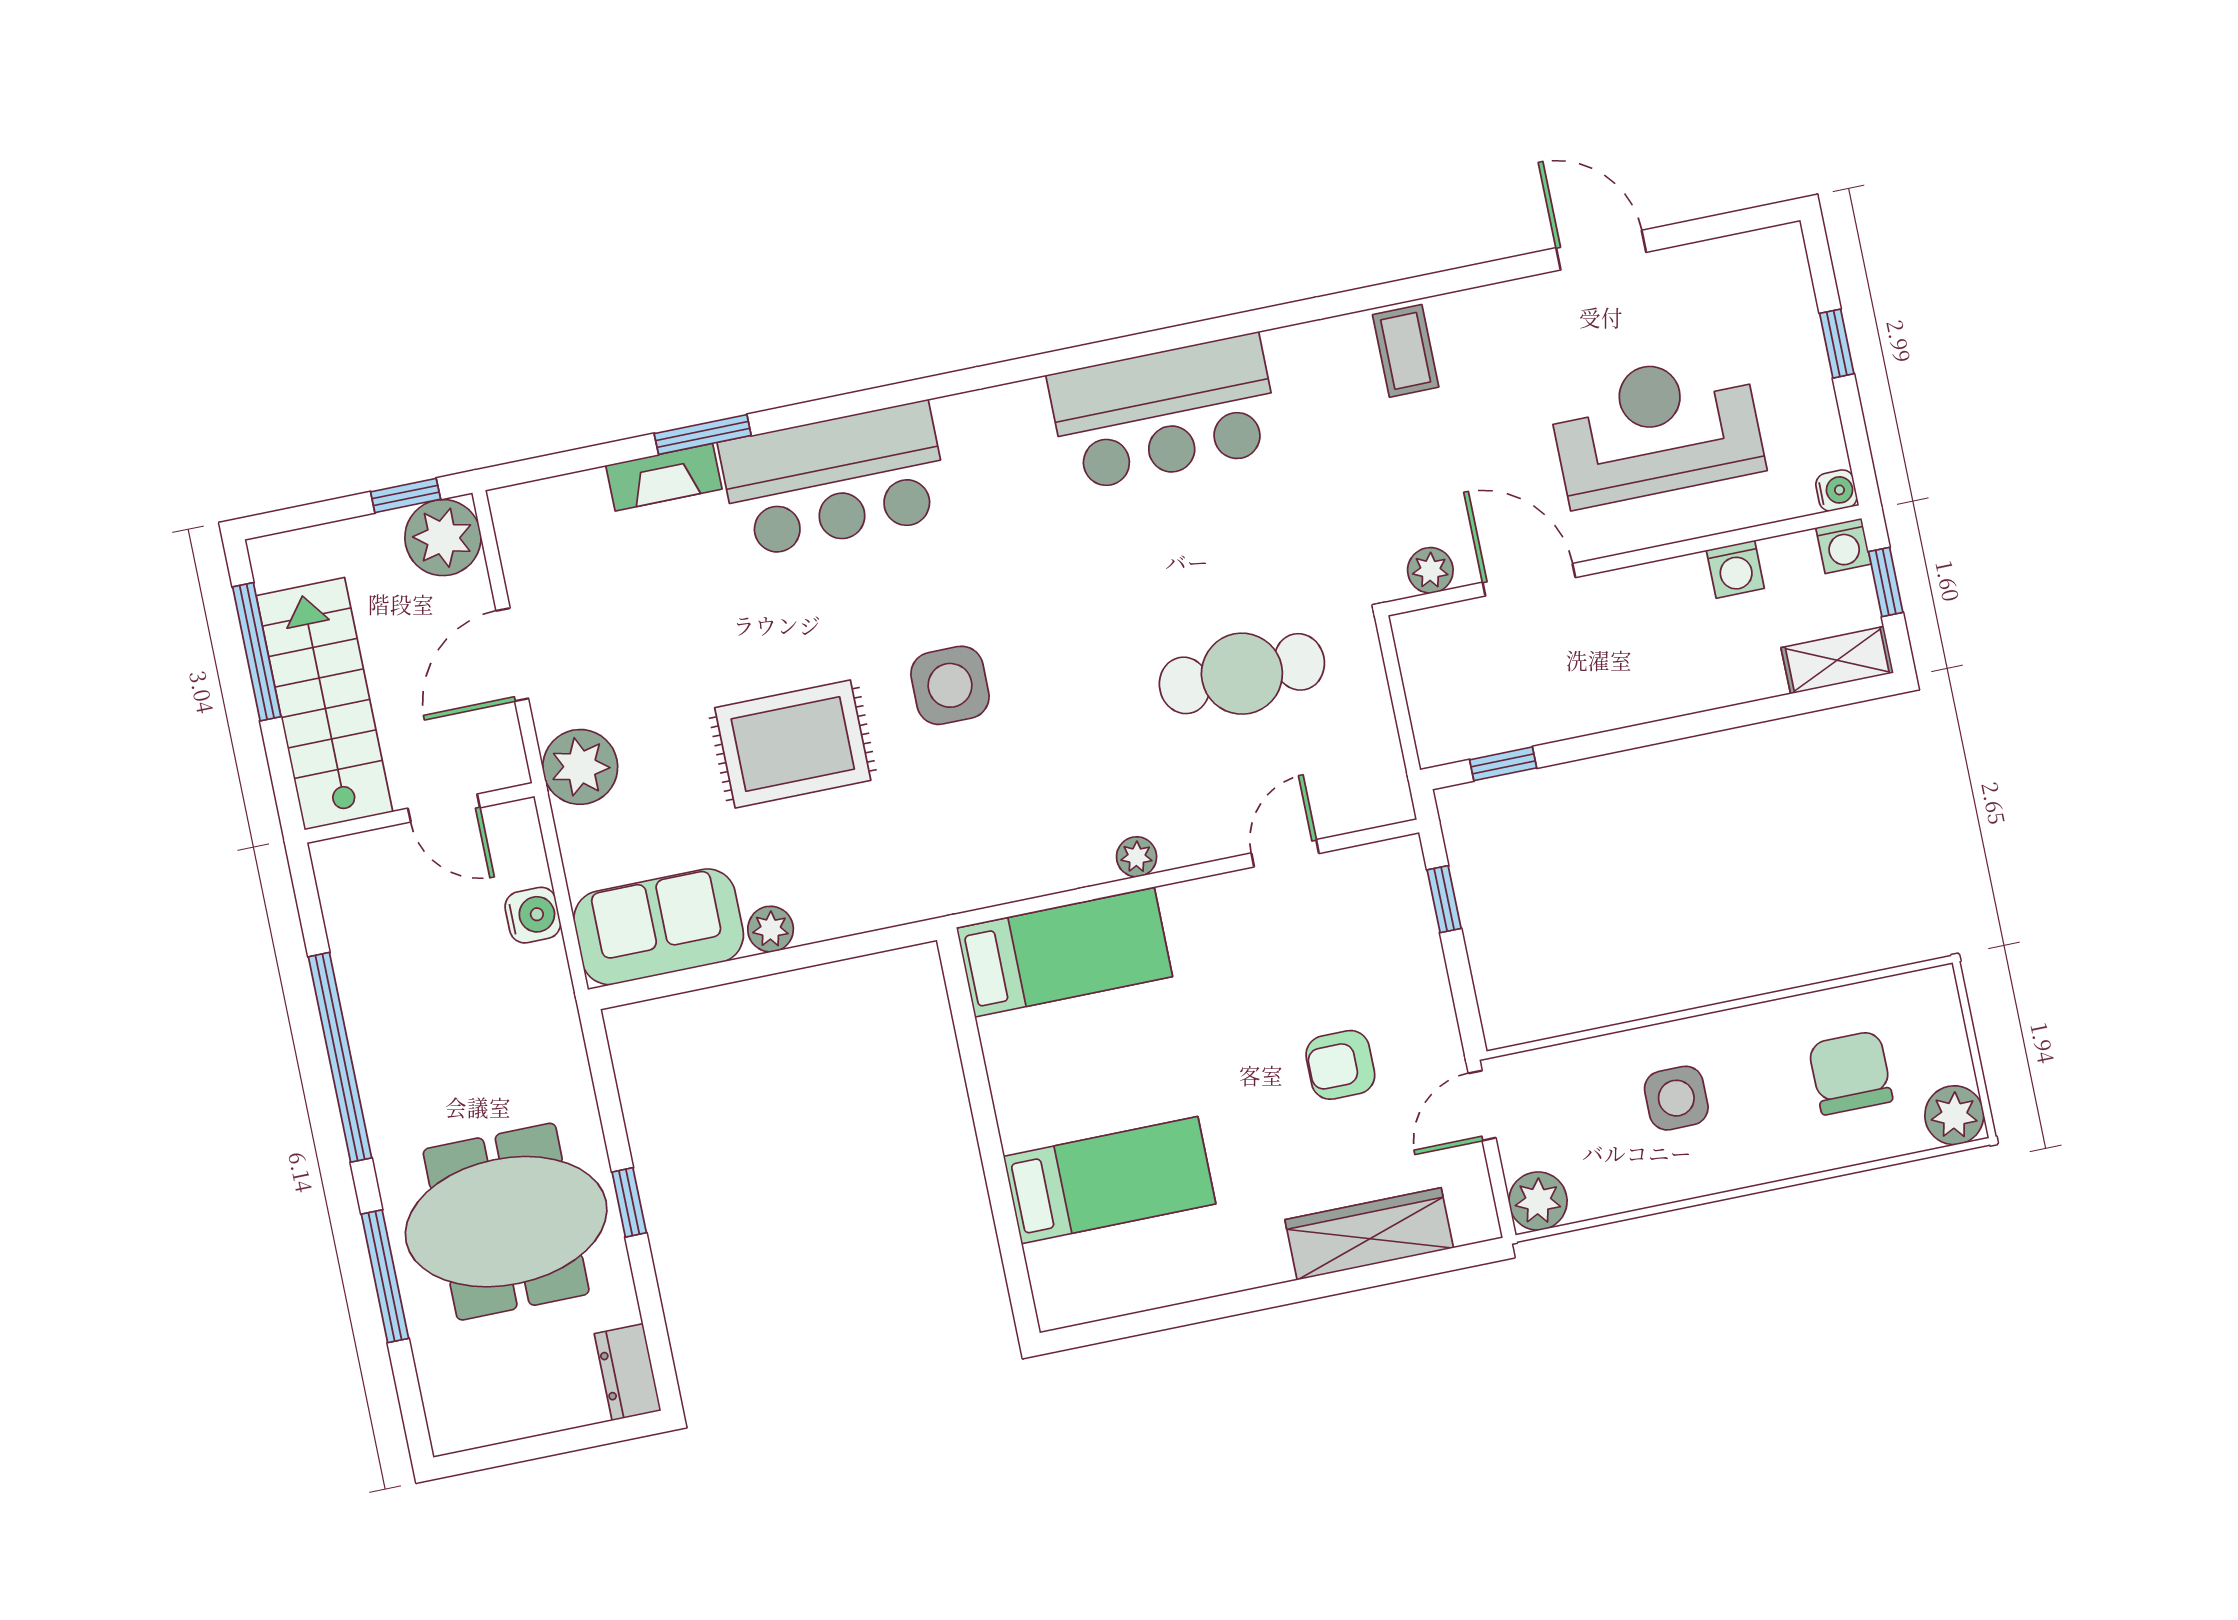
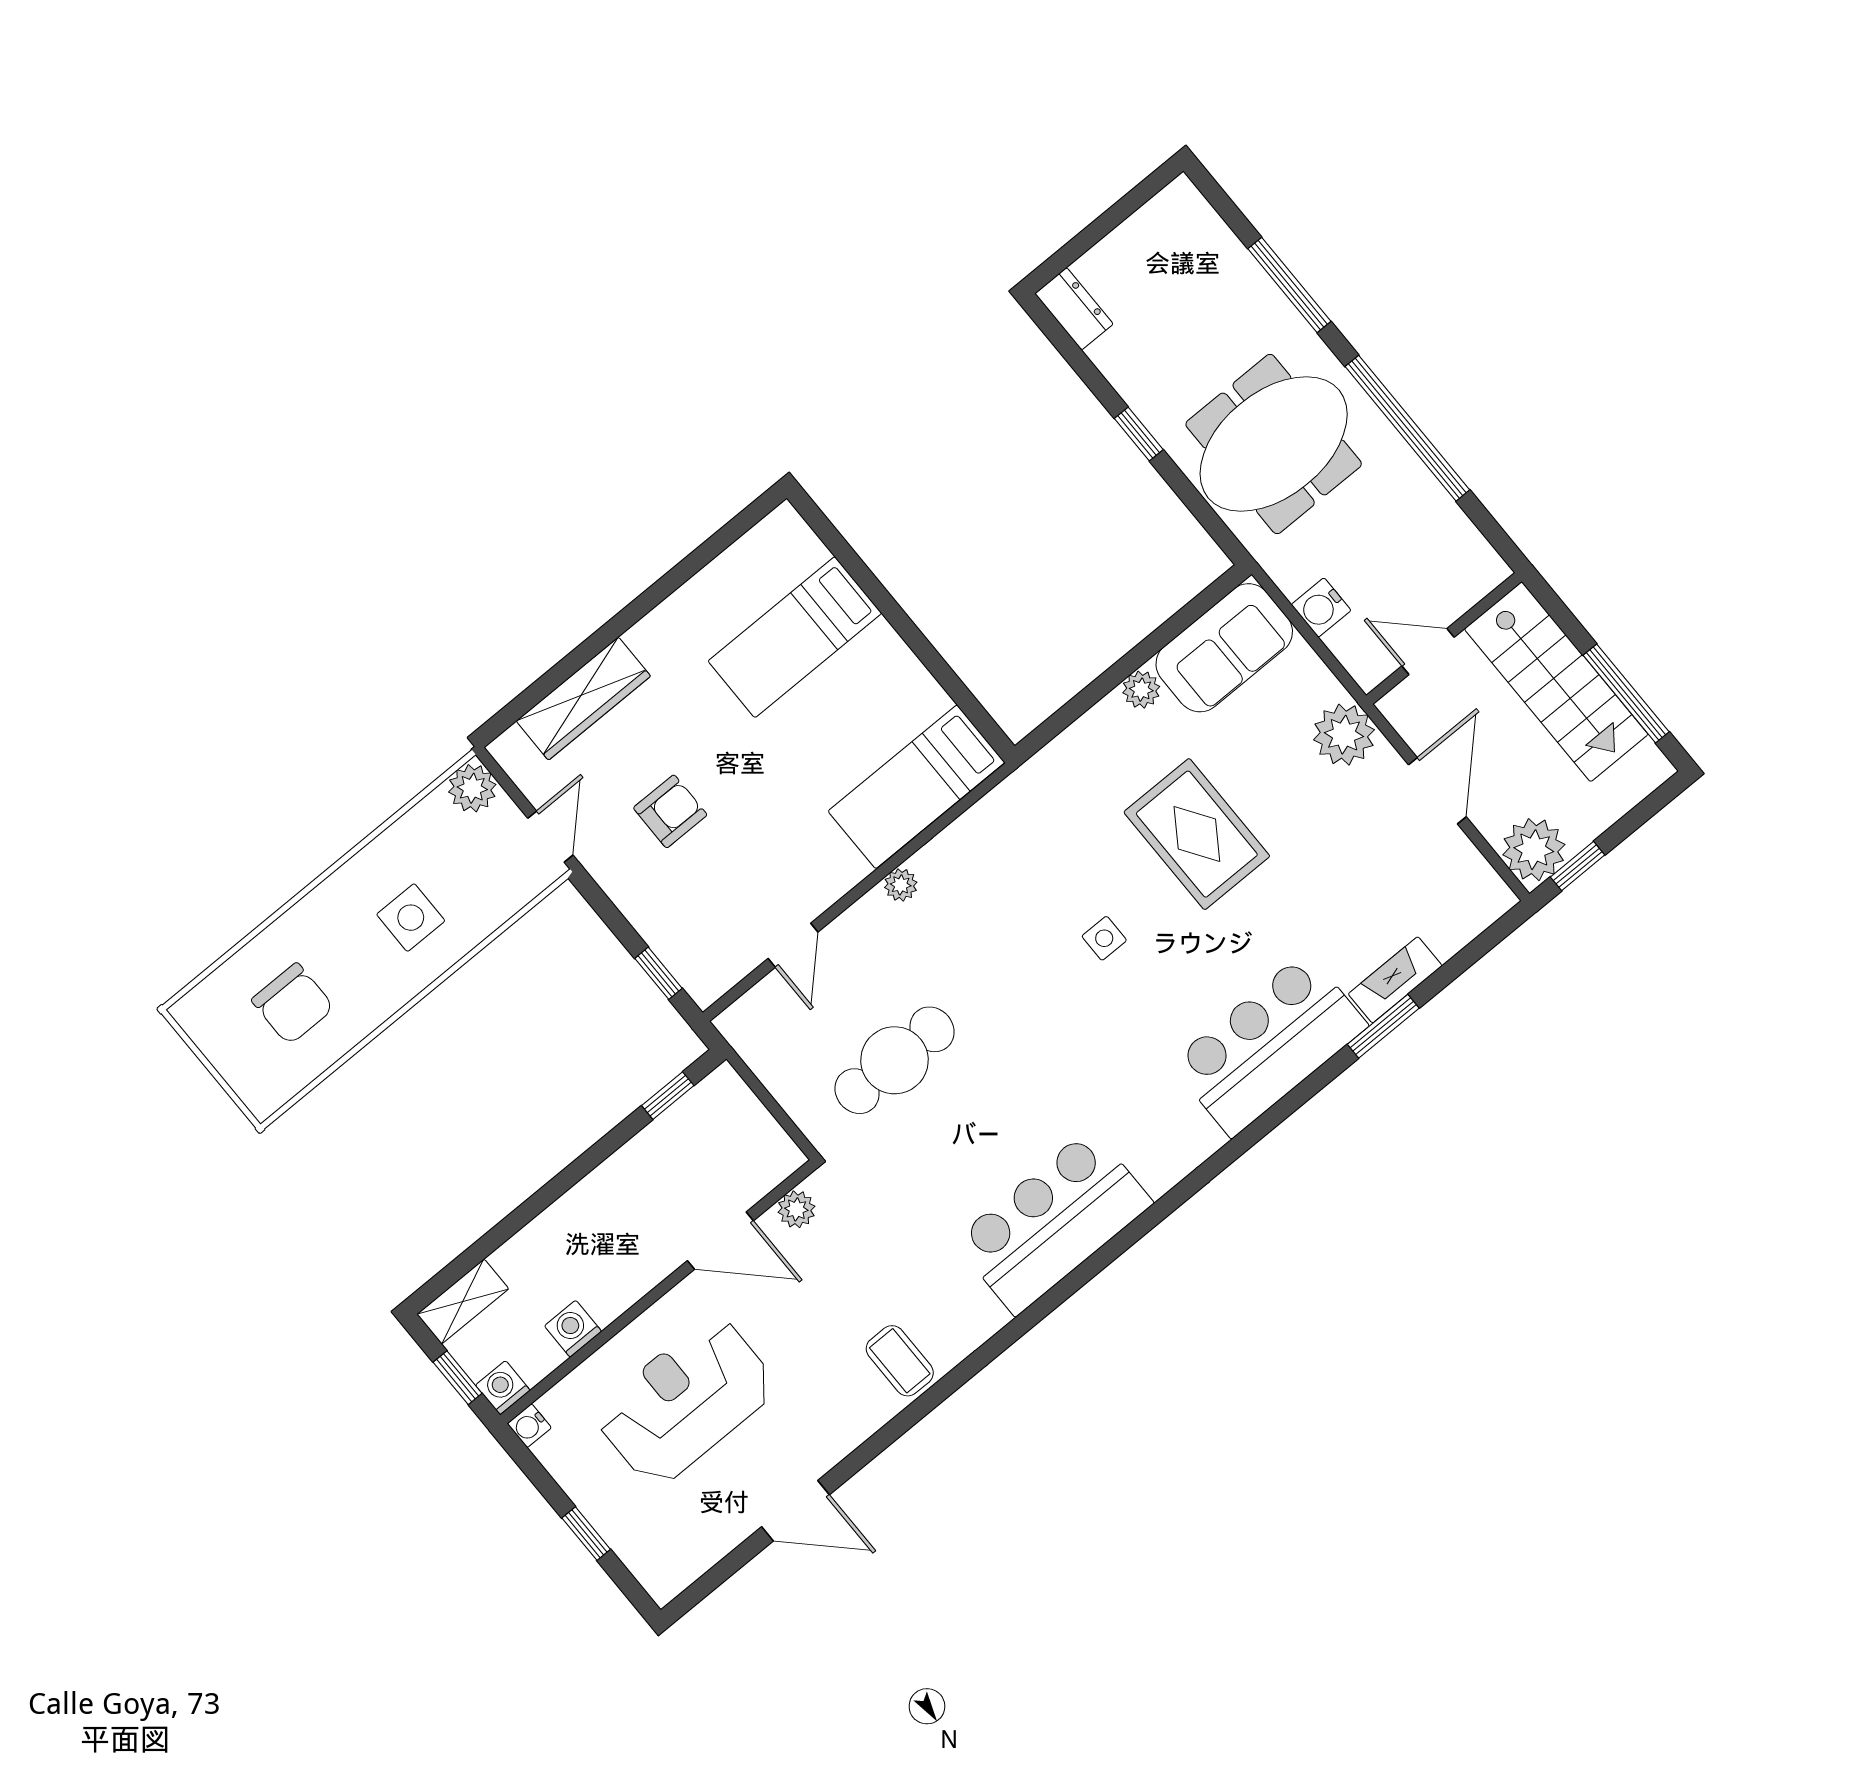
reception desk: (1656, 429) -> (685, 1401), turned 180
side table: (950, 685) -> (1104, 938), width x0.54, depth x0.54
rug: (793, 744) -> (1197, 834), turned 90
plant: (1954, 1115) -> (200, 1013), removed
meeting table: (506, 1222) -> (1274, 444), moved

